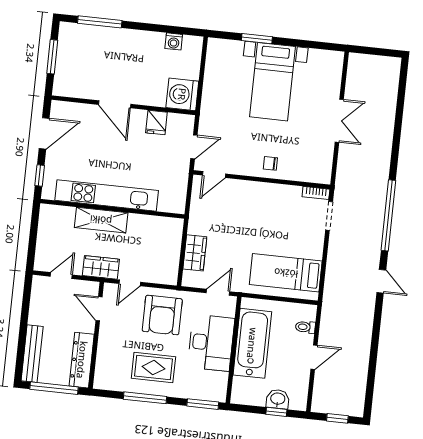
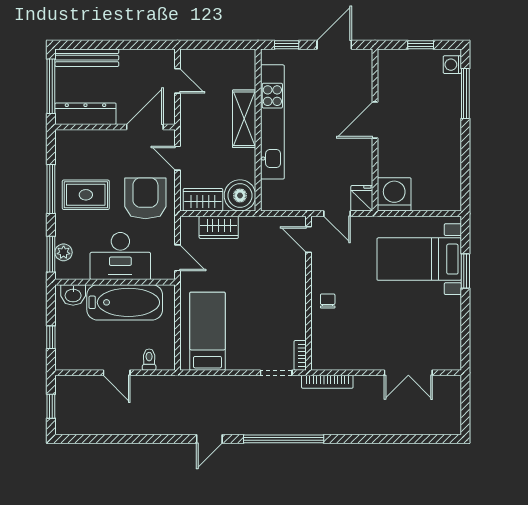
washing machine: (174, 41) -> (452, 65), moved
window: (52, 57) -> (421, 45), width x0.67
bed with nightstands: (273, 82) -> (419, 259), moved
double door: (339, 121) -> (408, 373), moved
fridge: (156, 123) -> (362, 198), moved, turned 90
door: (44, 133) -> (334, 45), swing flipped
bookcase: (342, 171) -> (327, 382), added
boiler: (169, 231) -> (240, 195), added
wardrobe: (101, 267) -> (203, 200), moved, turned -90
door: (99, 309) -> (145, 127), width x1.38
armchair: (162, 315) -> (145, 198), turned 90
rug: (153, 368) -> (86, 195), turned 90
plant: (202, 393) -> (64, 252), added
washbasin: (278, 399) -> (73, 295), moved, turned 90

